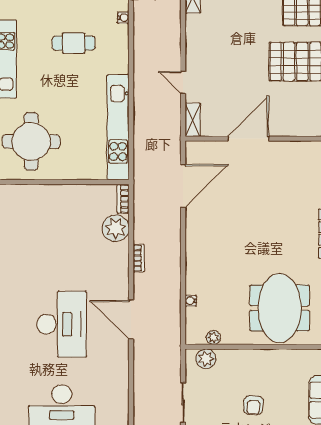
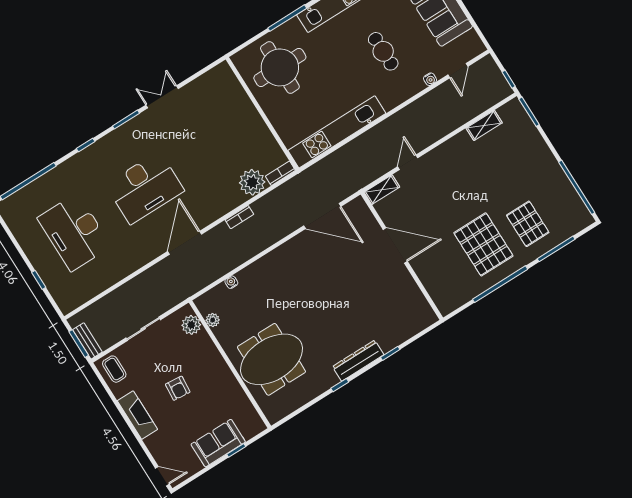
armchair: (253, 405) -> (178, 388), turned -89

